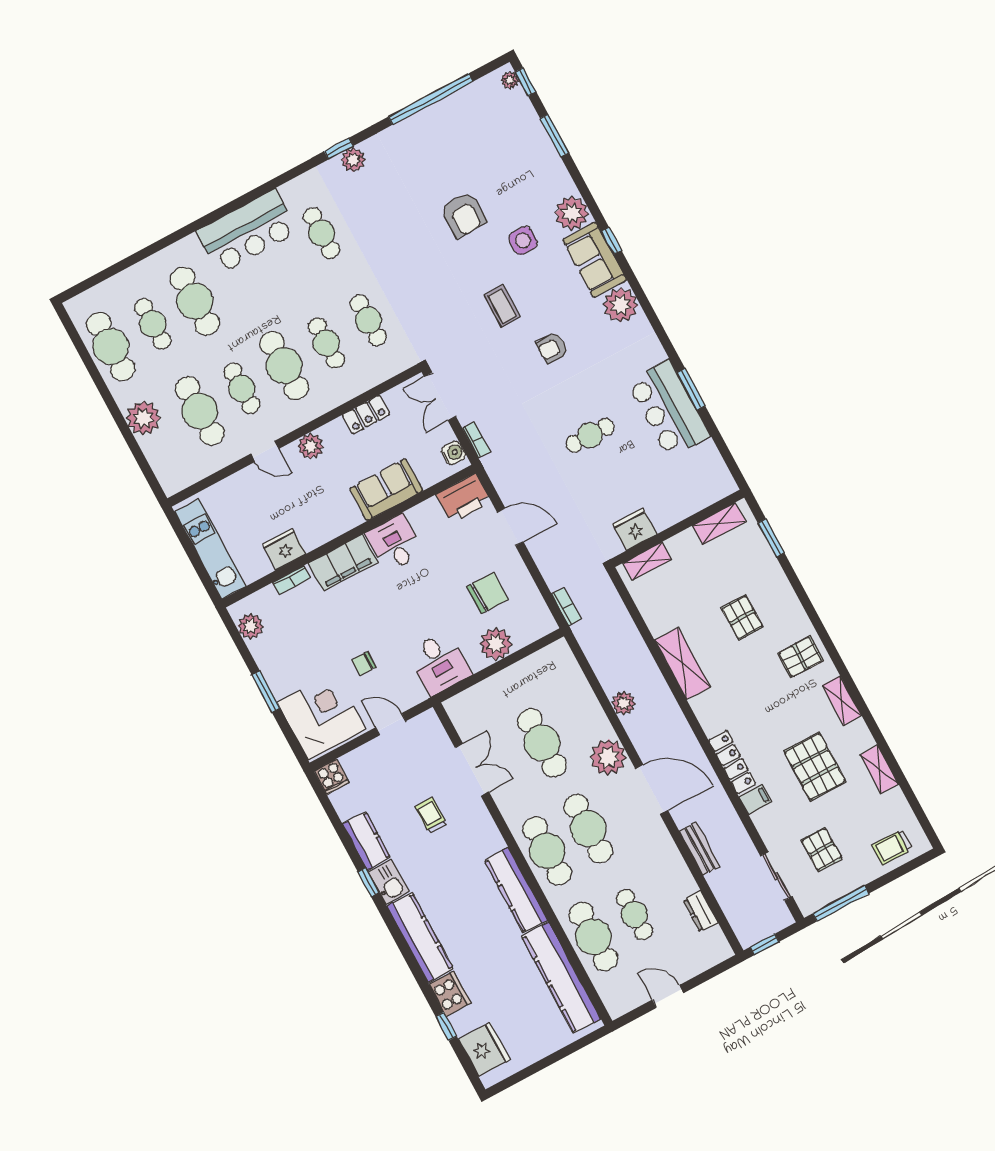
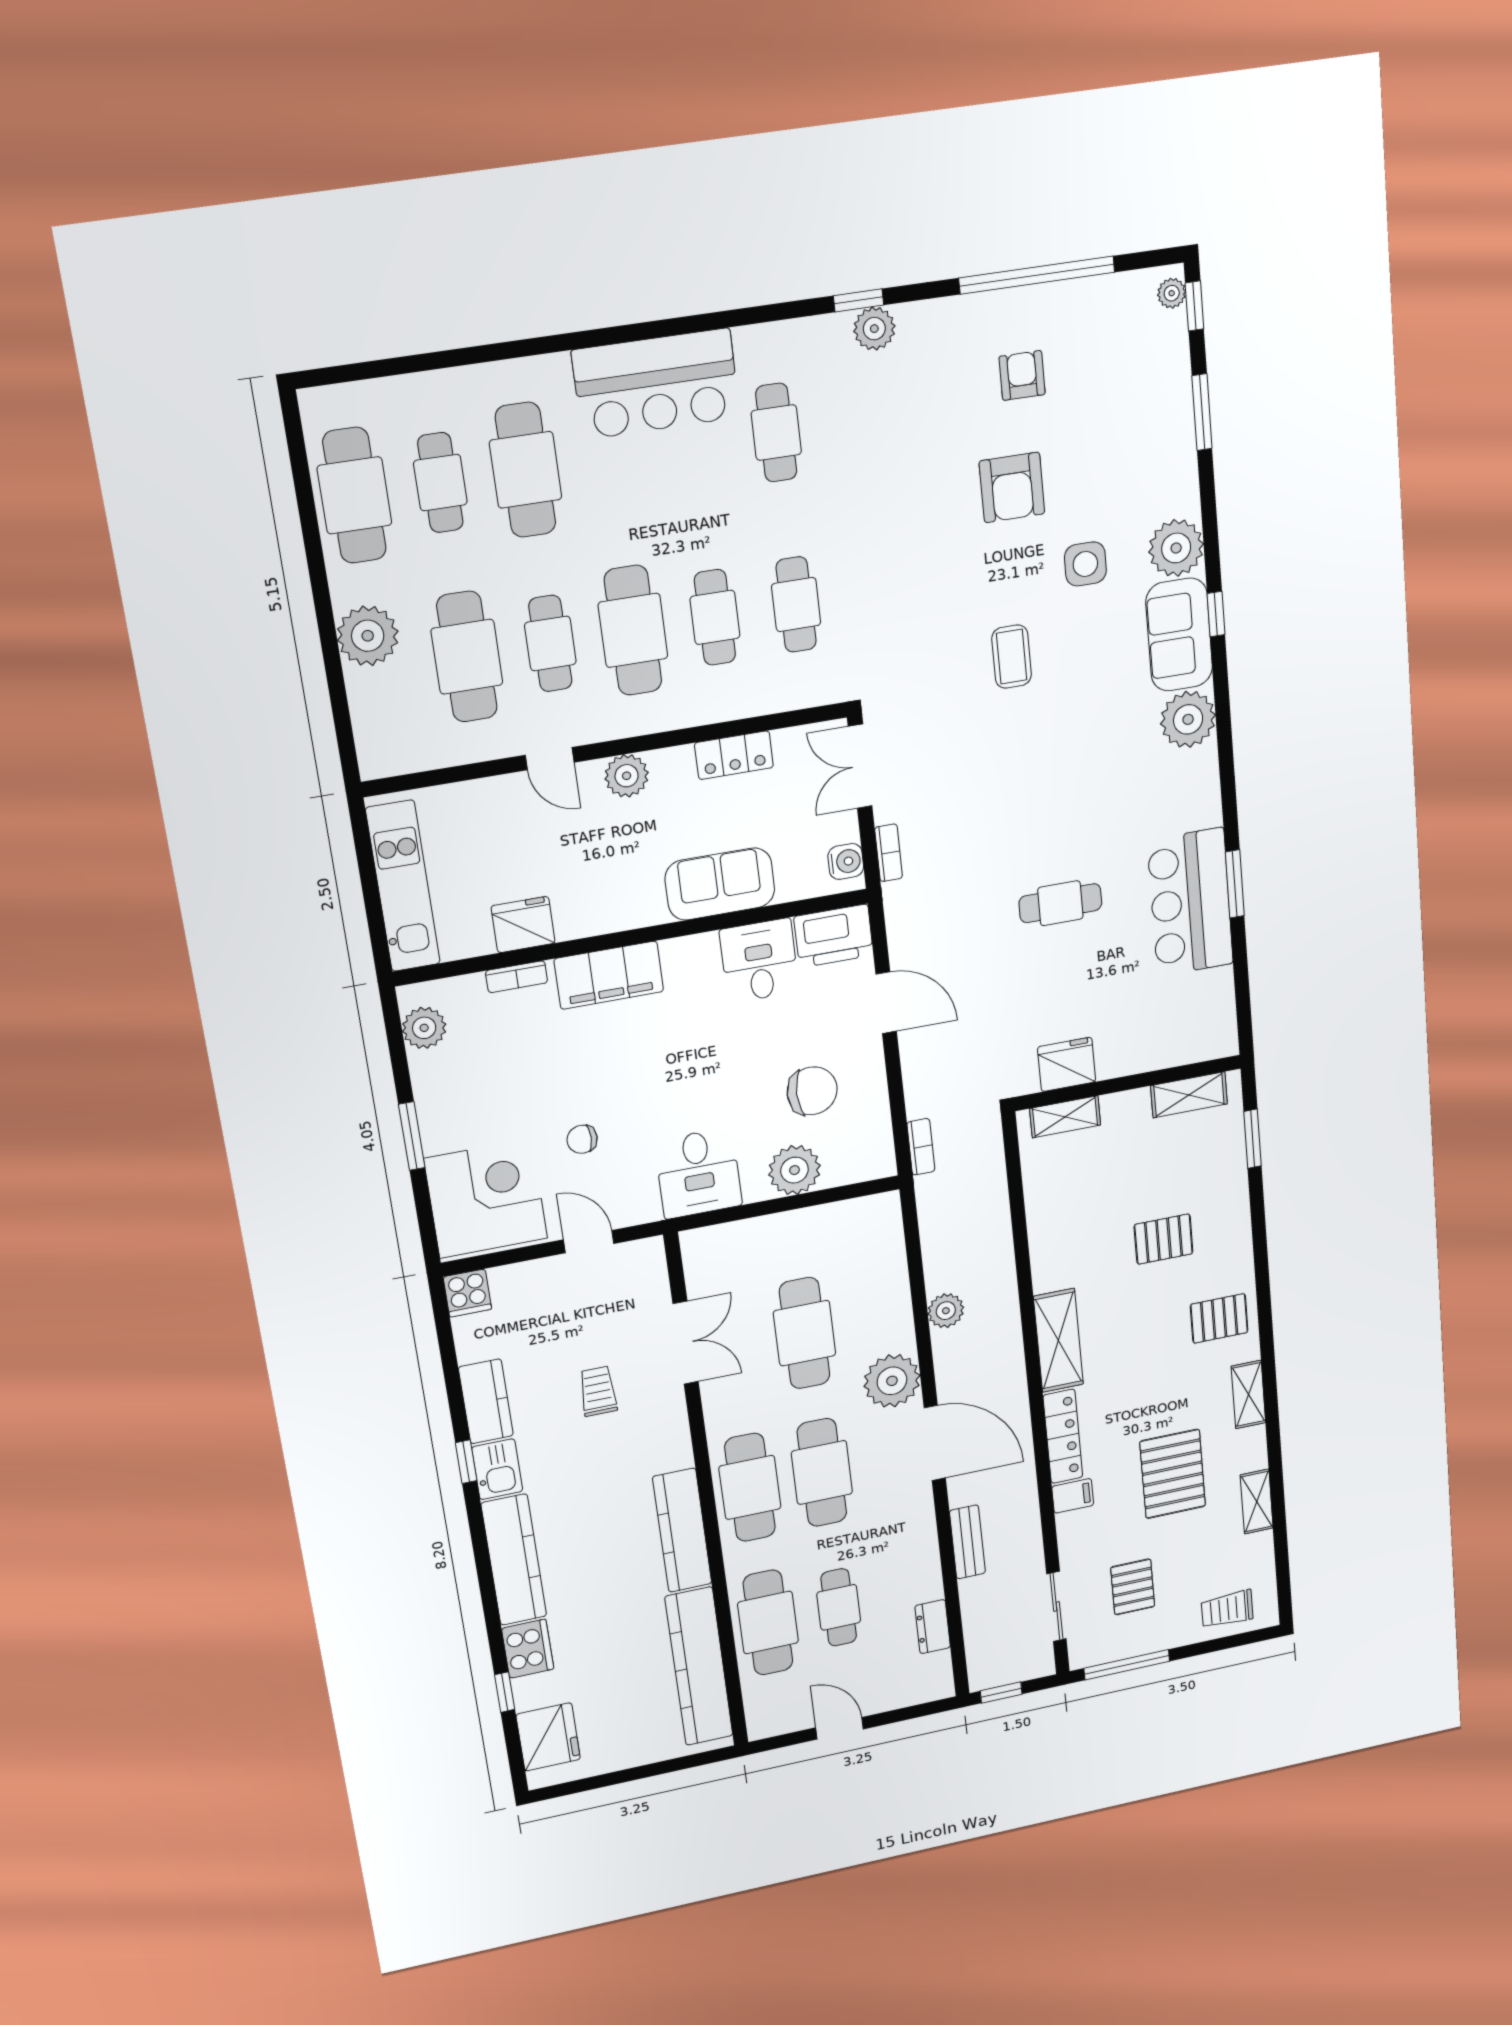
armchair: (552, 348) -> (1022, 375), moved, turned 90
desk: (395, 543) -> (759, 961), moved
pallet: (742, 617) -> (1164, 1239), turned 90
shelving: (682, 663) -> (1058, 1340), moved

